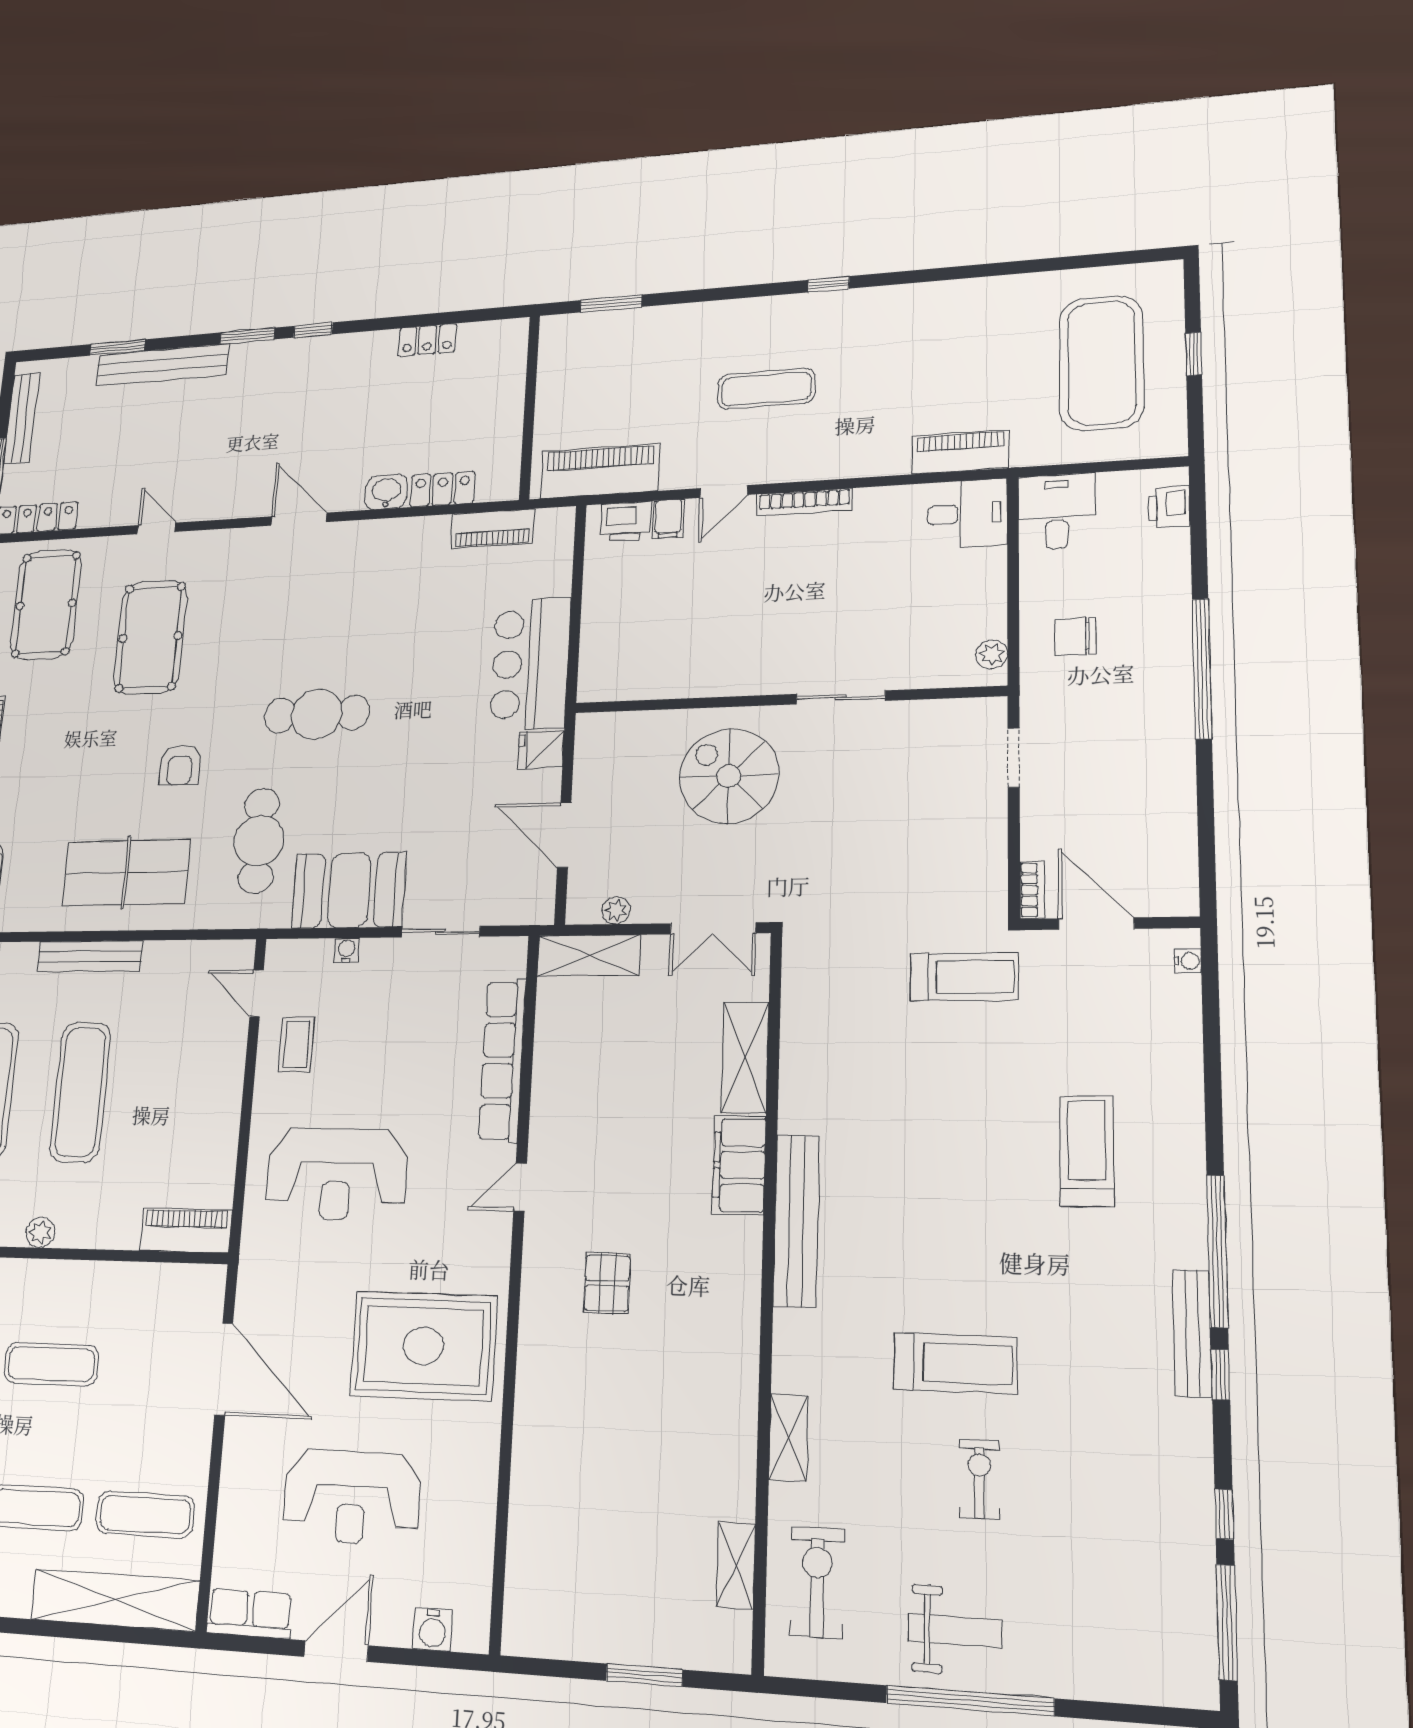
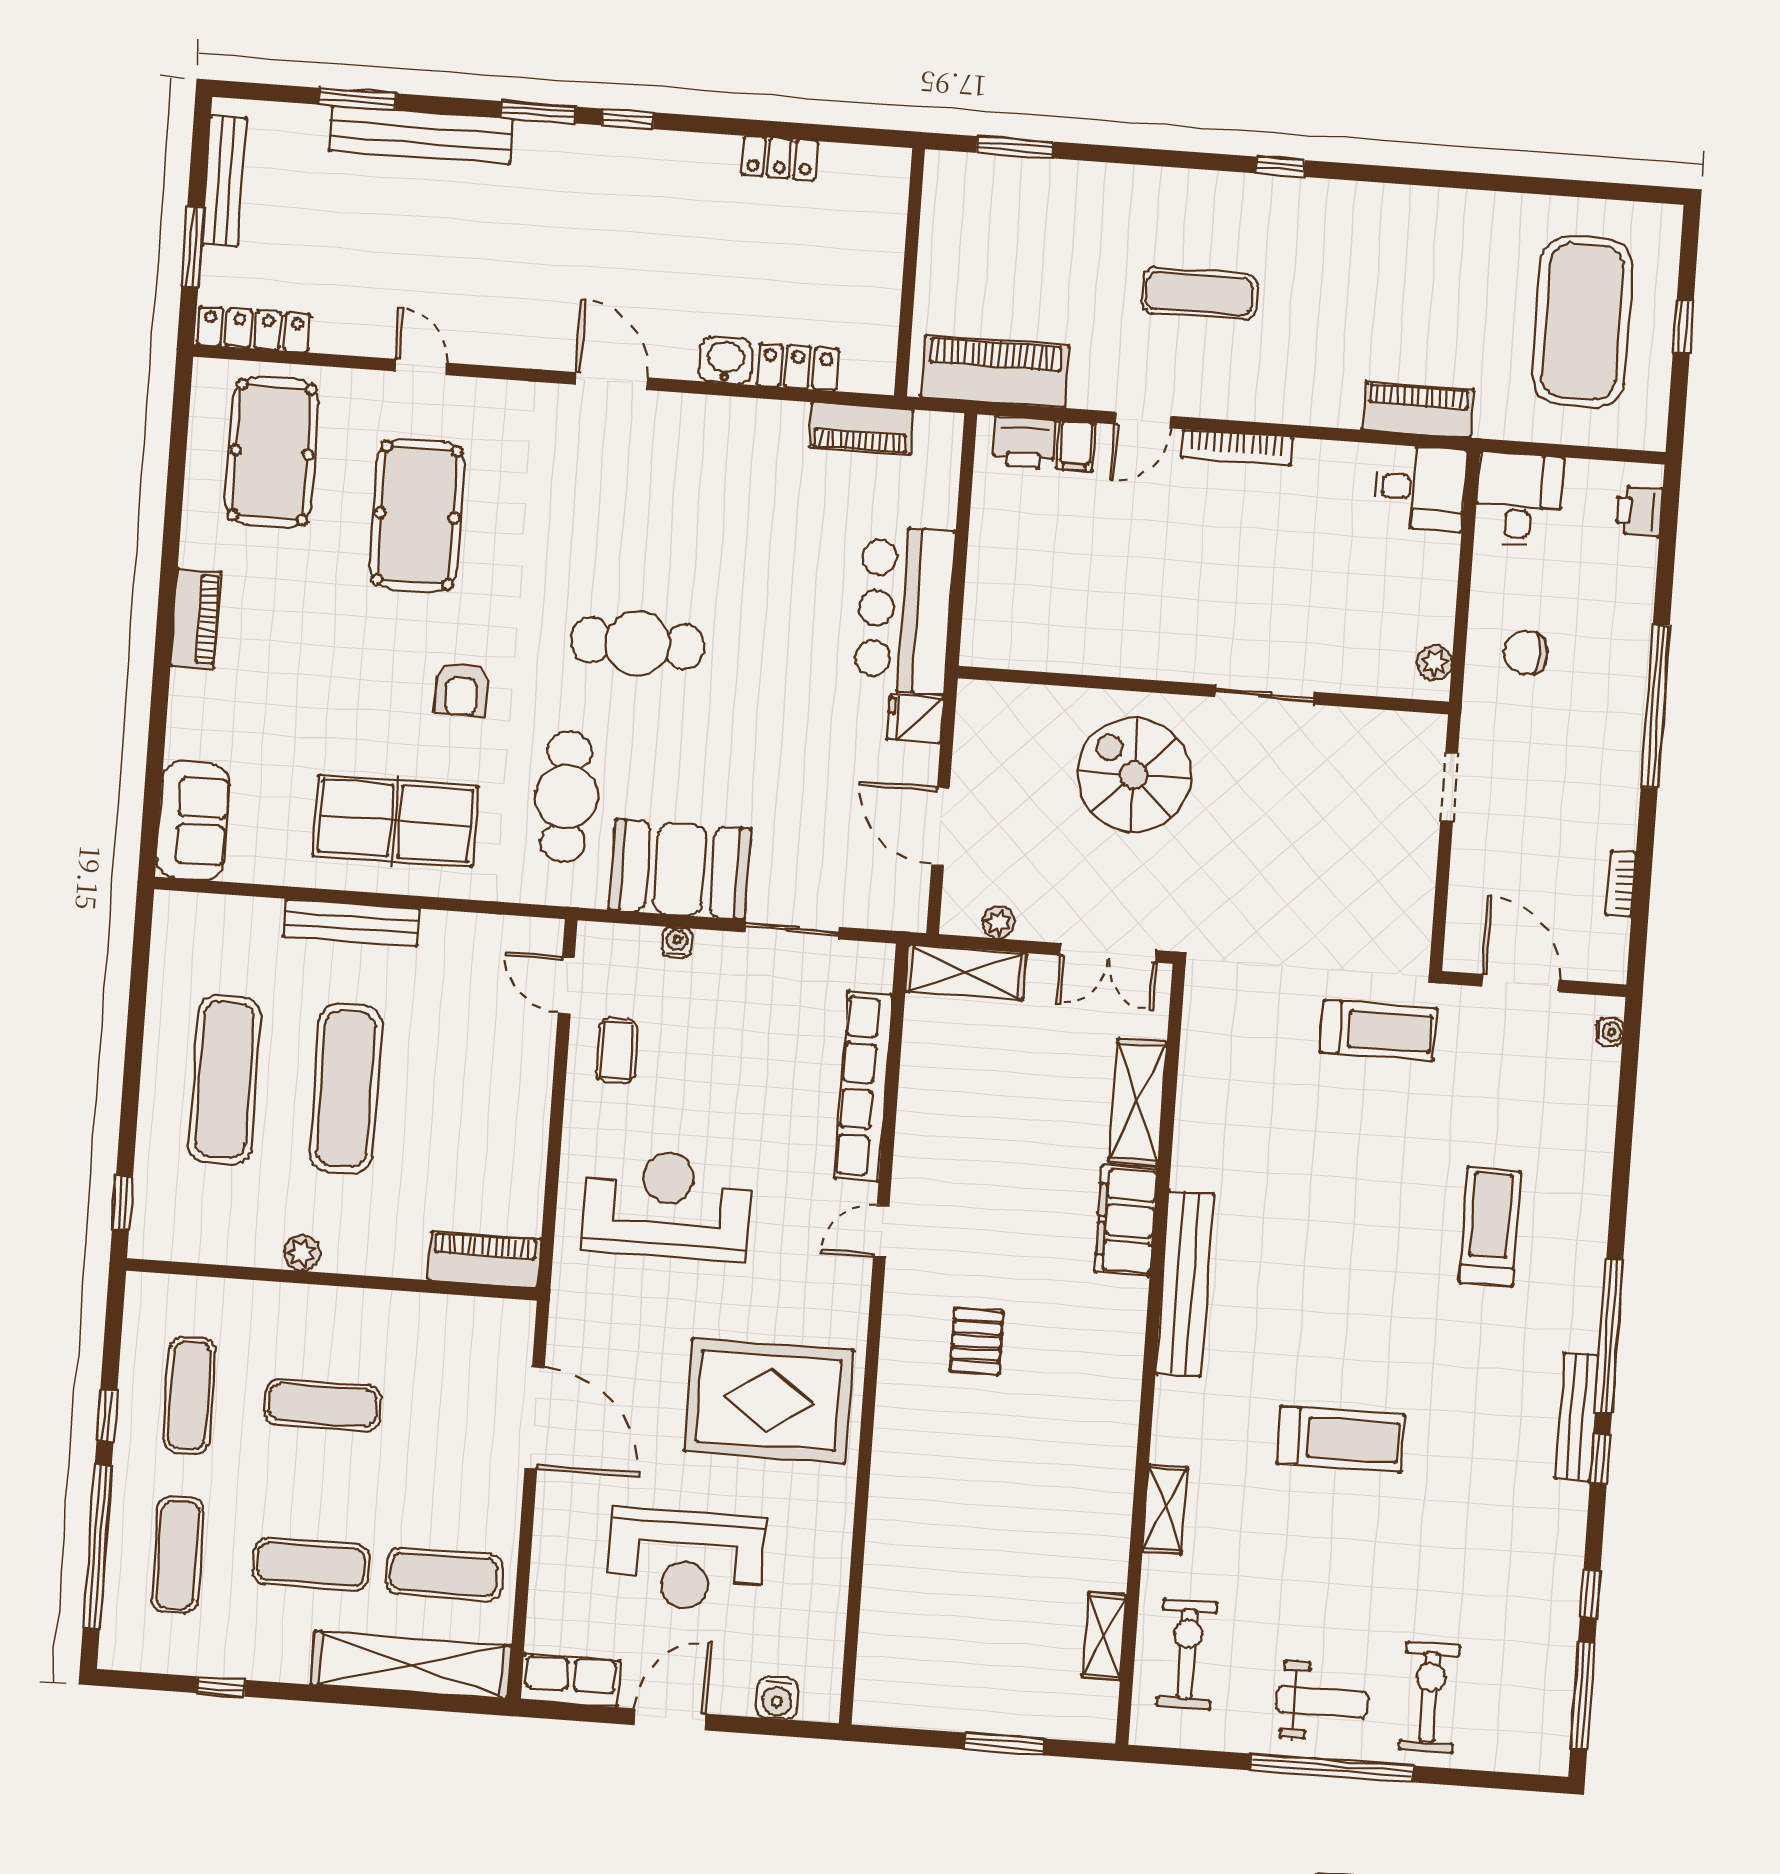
bookcase: (1032, 890) -> (1621, 884), moved, turned 180
reception desk: (336, 1174) -> (667, 1205), turned 180
exercise bike: (979, 1479) -> (1429, 1697), moved, width x1.38, depth x1.39

